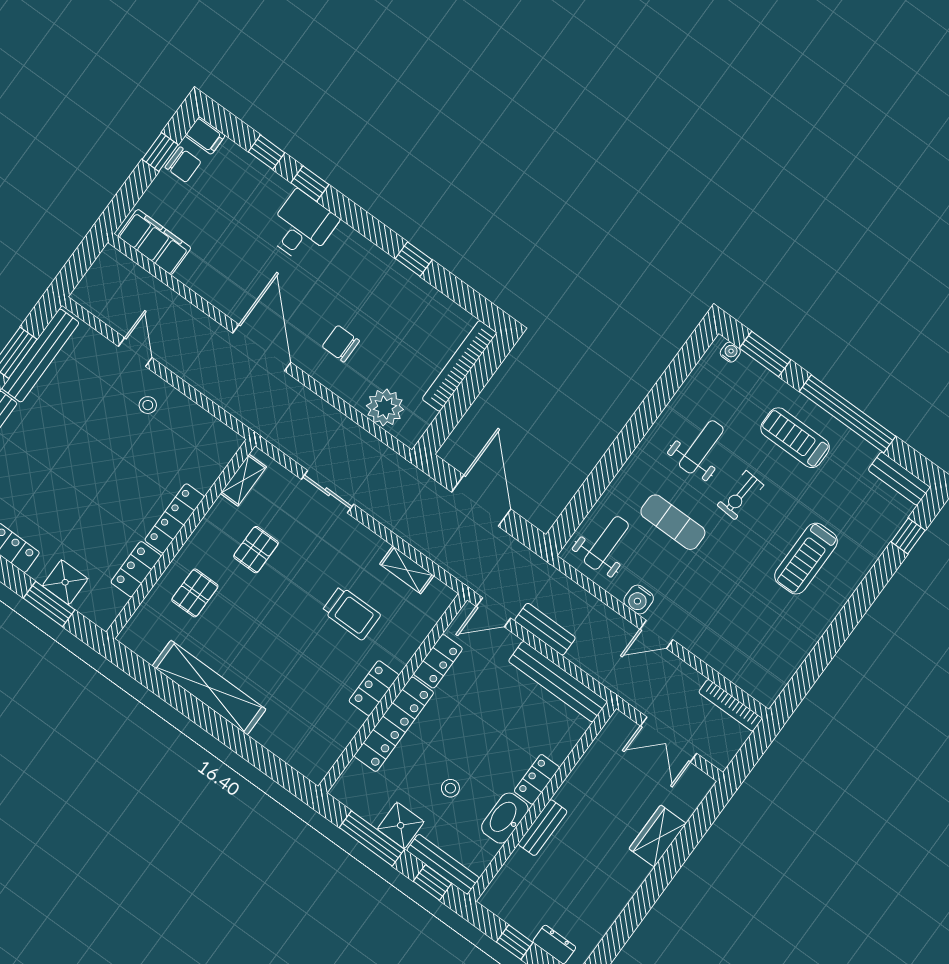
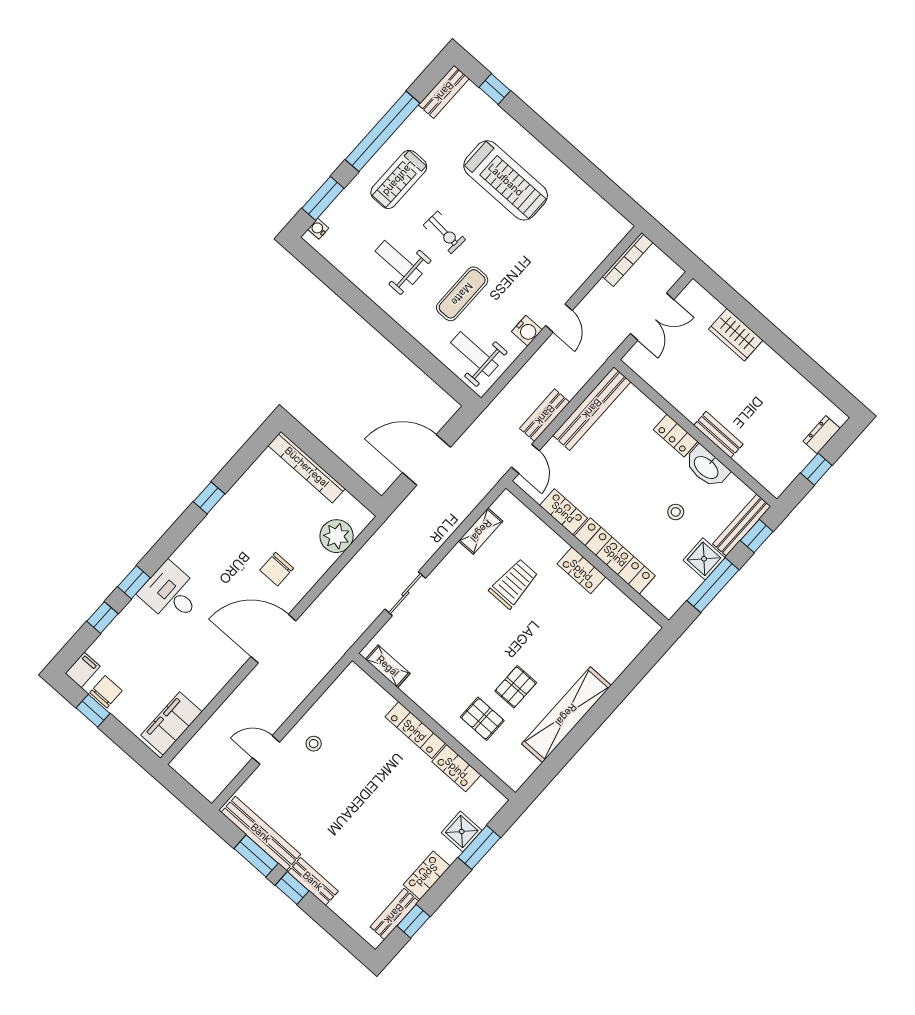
pallet: (256, 550) -> (516, 687), moved, turned 90
treadmill: (806, 559) -> (506, 180), width x1.37, depth x1.38

